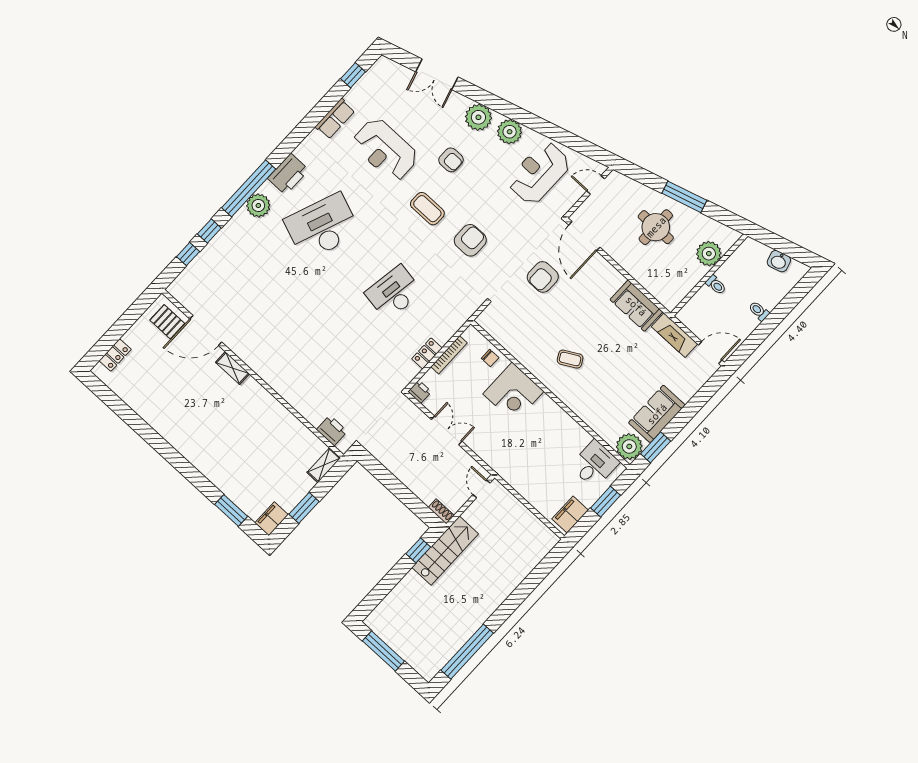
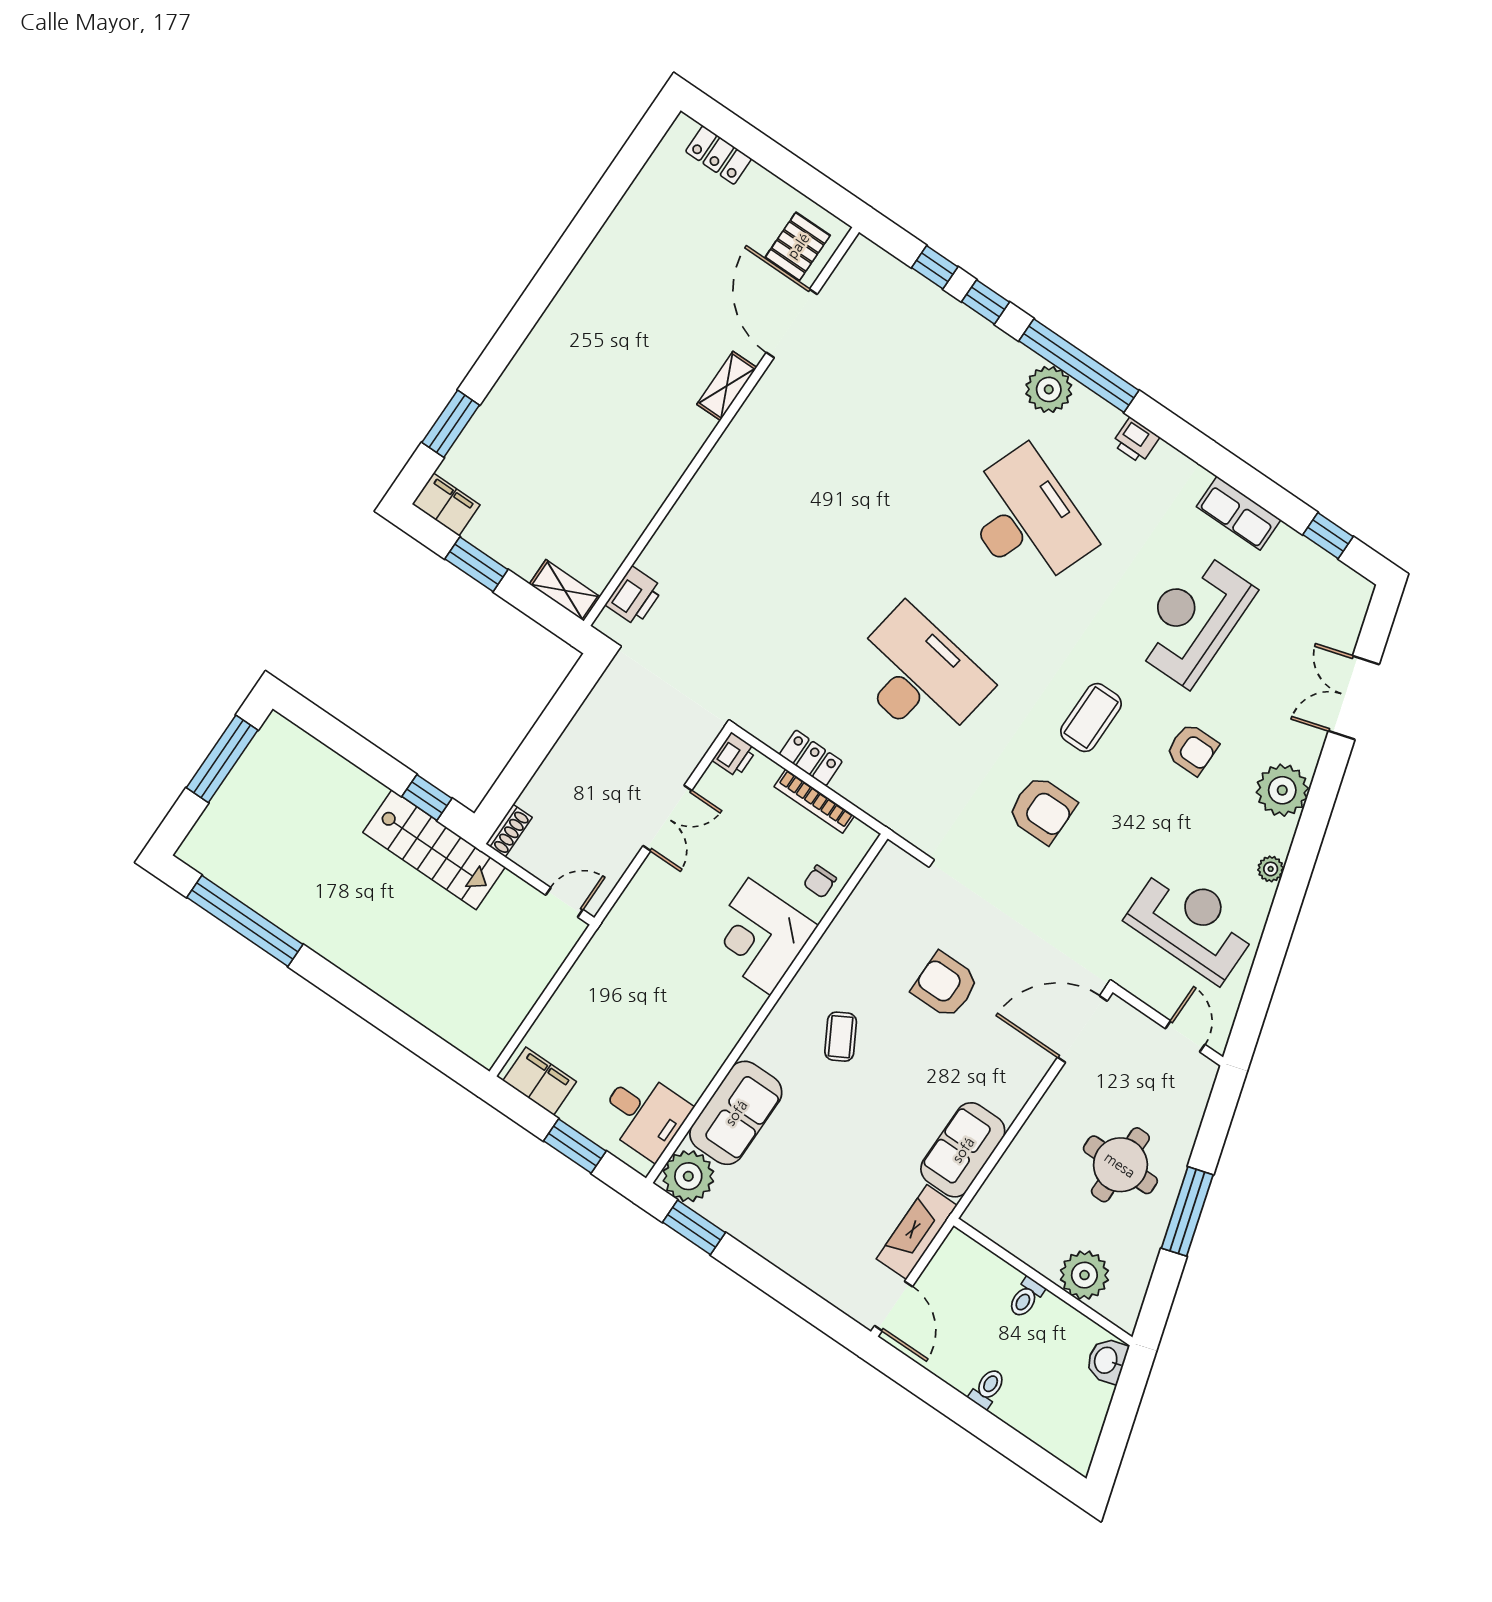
plant: (510, 132) -> (1271, 869), width x0.53, depth x0.53
armchair: (451, 160) -> (1192, 749), turned -90
printer: (288, 174) -> (1136, 441), width x0.53, depth x0.68
washbasin: (779, 261) -> (1107, 1361), moved
armchair: (543, 277) -> (945, 985), moved
desk: (394, 293) -> (919, 676), width x1.36, depth x1.30
sofa: (657, 414) -> (736, 1113), moved, turned 90

